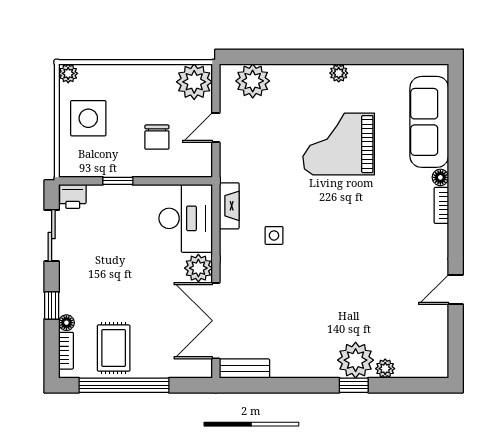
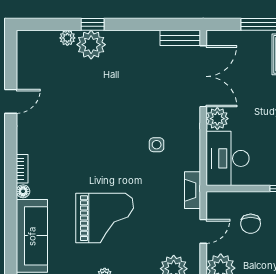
chair: (157, 137) -> (251, 224), turned 180
fireplace: (229, 206) -> (193, 190), moved

